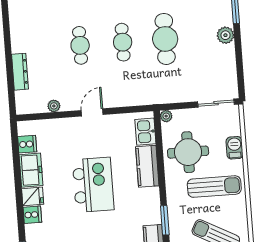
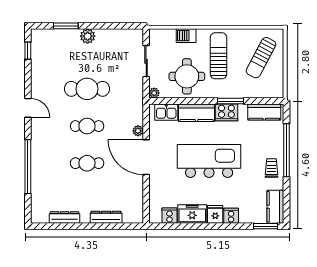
dresser: (16, 24) -> (64, 217), added
sliding door: (216, 103) -> (146, 61), moved
plant: (54, 106) -> (138, 131), moved
door: (92, 112) -> (146, 157), width x1.87
kitchen island: (93, 185) -> (209, 161), width x1.37
cooker: (150, 201) -> (226, 112), added
window: (165, 220) -> (230, 101), moved

